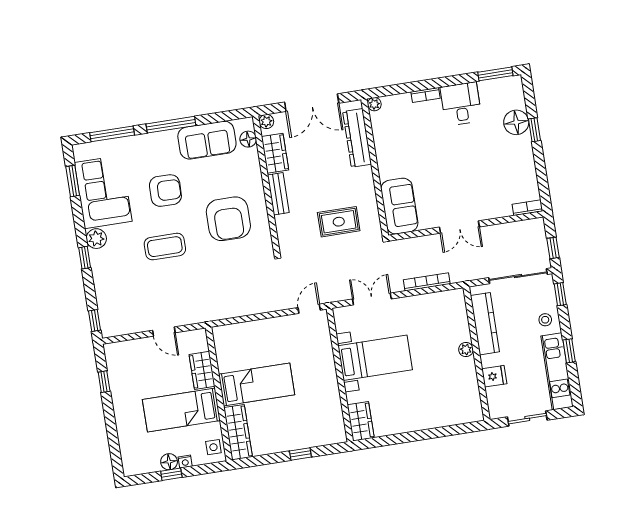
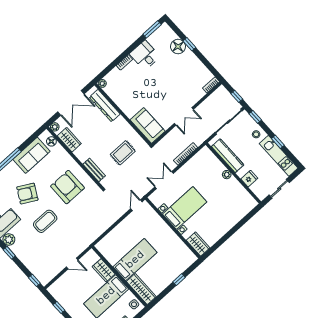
armchair: (165, 191) -> (27, 194), turned -152
bench: (278, 194) -> (94, 170), moved
armchair: (228, 219) -> (67, 187), turned 180

